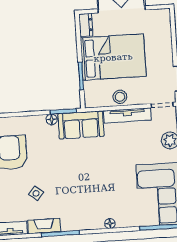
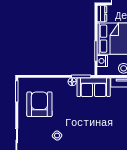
nightstand: (90, 89) -> (102, 61), added

